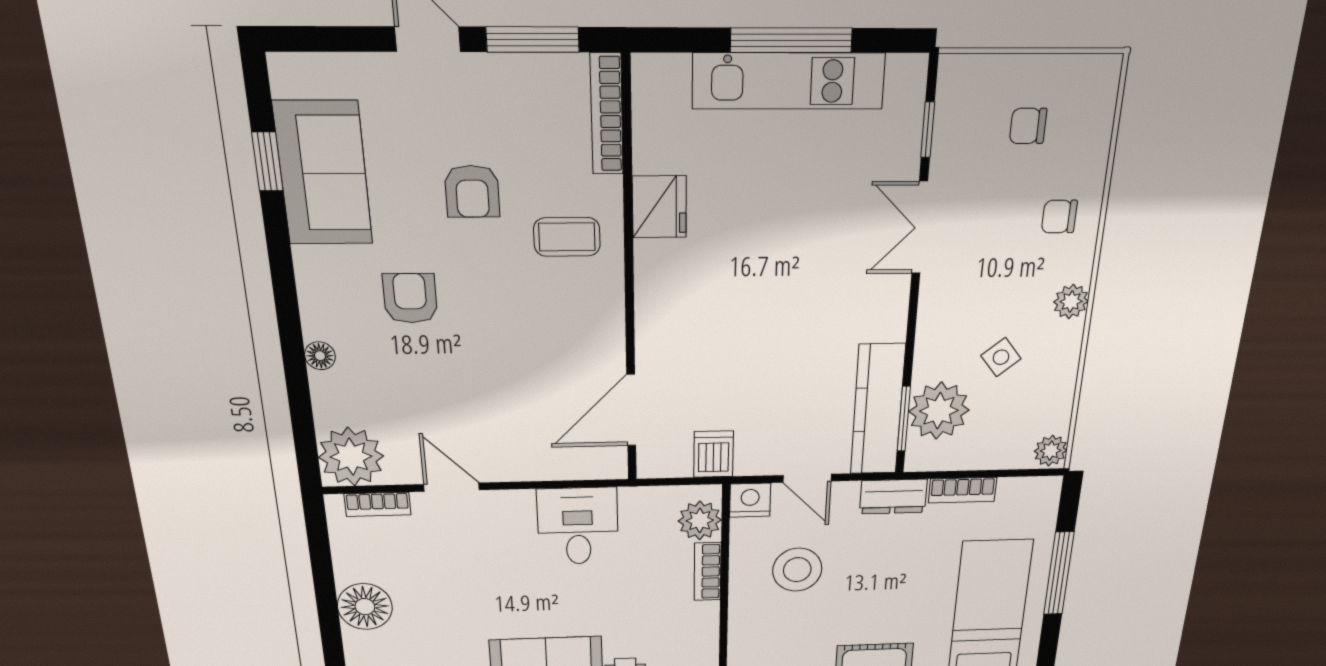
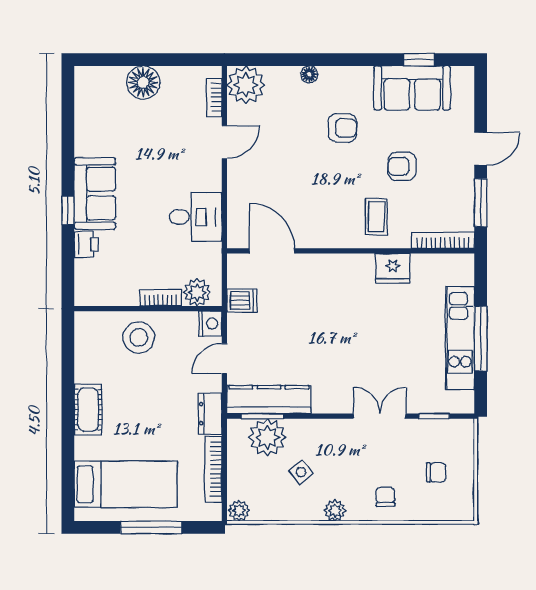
chair: (1028, 126) -> (436, 472), turned 90
bookcase: (963, 490) -> (213, 469), width x1.56
stool: (797, 570) -> (139, 337), moved

